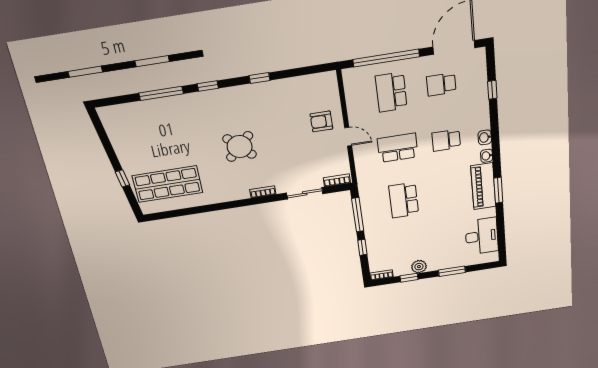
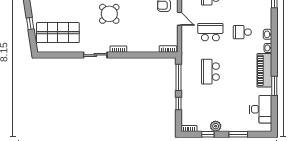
window: (498, 190) -> (274, 86), moved
sliding door: (305, 193) -> (95, 55), moved

